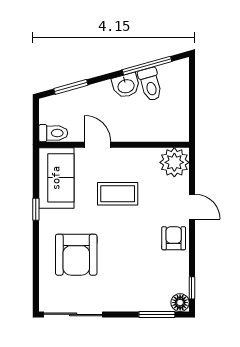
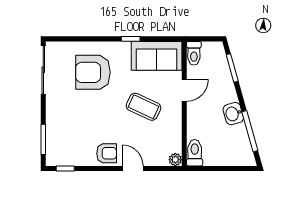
toilet: (150, 84) -> (195, 153), moved, turned 106
plant: (174, 162) -> (175, 160), width x0.53, depth x0.53
coffee table: (118, 194) -> (143, 107), turned -65
door: (192, 207) -> (133, 168), swing flipped
floor lamp: (180, 303) -> (53, 159), removed

